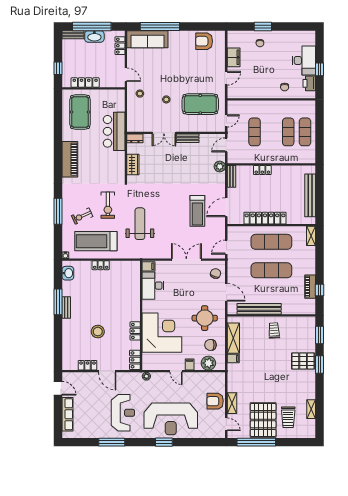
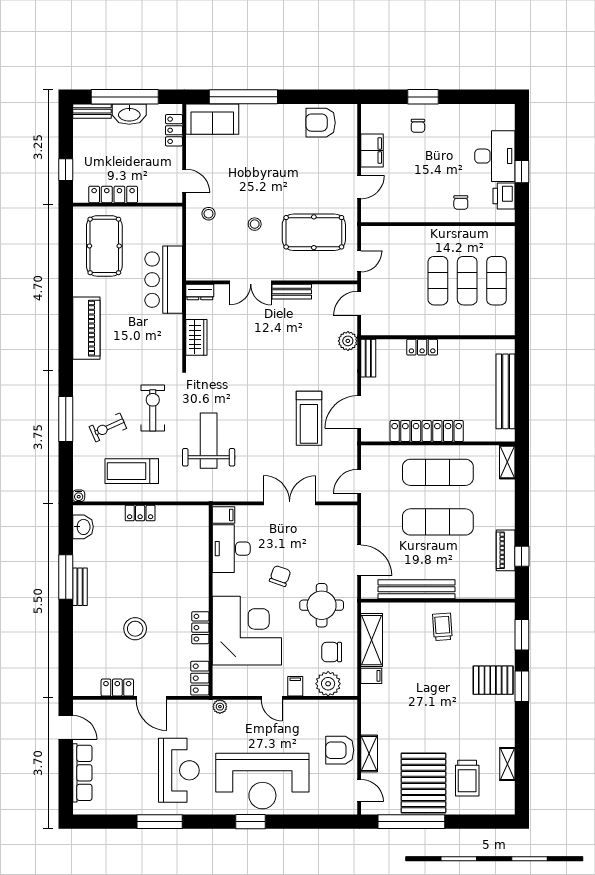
sofa: (147, 39) -> (212, 119), width x0.73
exercise mat: (255, 132) -> (438, 281), moved
exercise bike: (108, 205) -> (153, 408), turned 180
treadmill: (96, 241) -> (132, 471), width x0.73, depth x0.73
chair: (216, 273) -> (280, 576), moved

